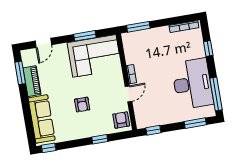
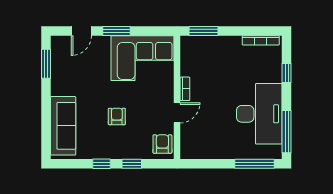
window: (85, 36) -> (117, 31), moved
piano: (32, 81) -> (59, 77), removed
armchair: (82, 105) -> (117, 116), turned 180
window: (195, 123) -> (255, 164), width x1.44
window: (153, 130) -> (201, 164), removed
window: (49, 148) -> (101, 164), moved

